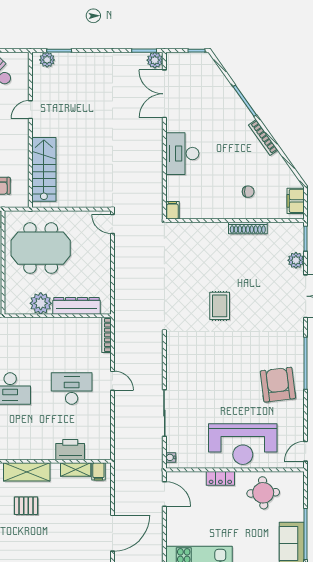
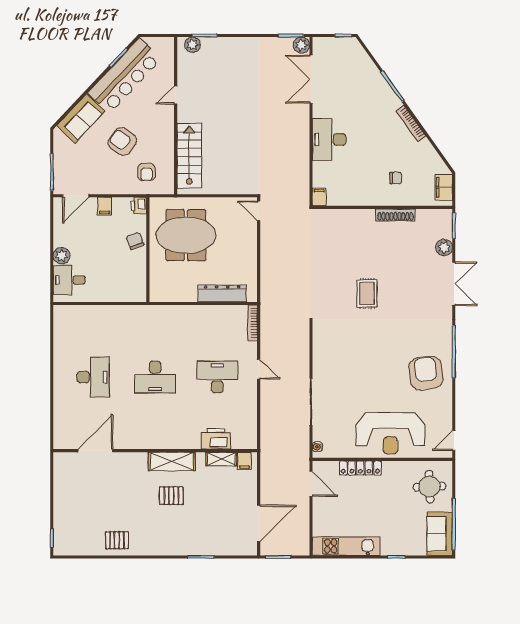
plant: (41, 303) -> (186, 291), removed
locker: (220, 478) -> (360, 468), width x1.53
round table: (263, 493) -> (430, 487), moved

